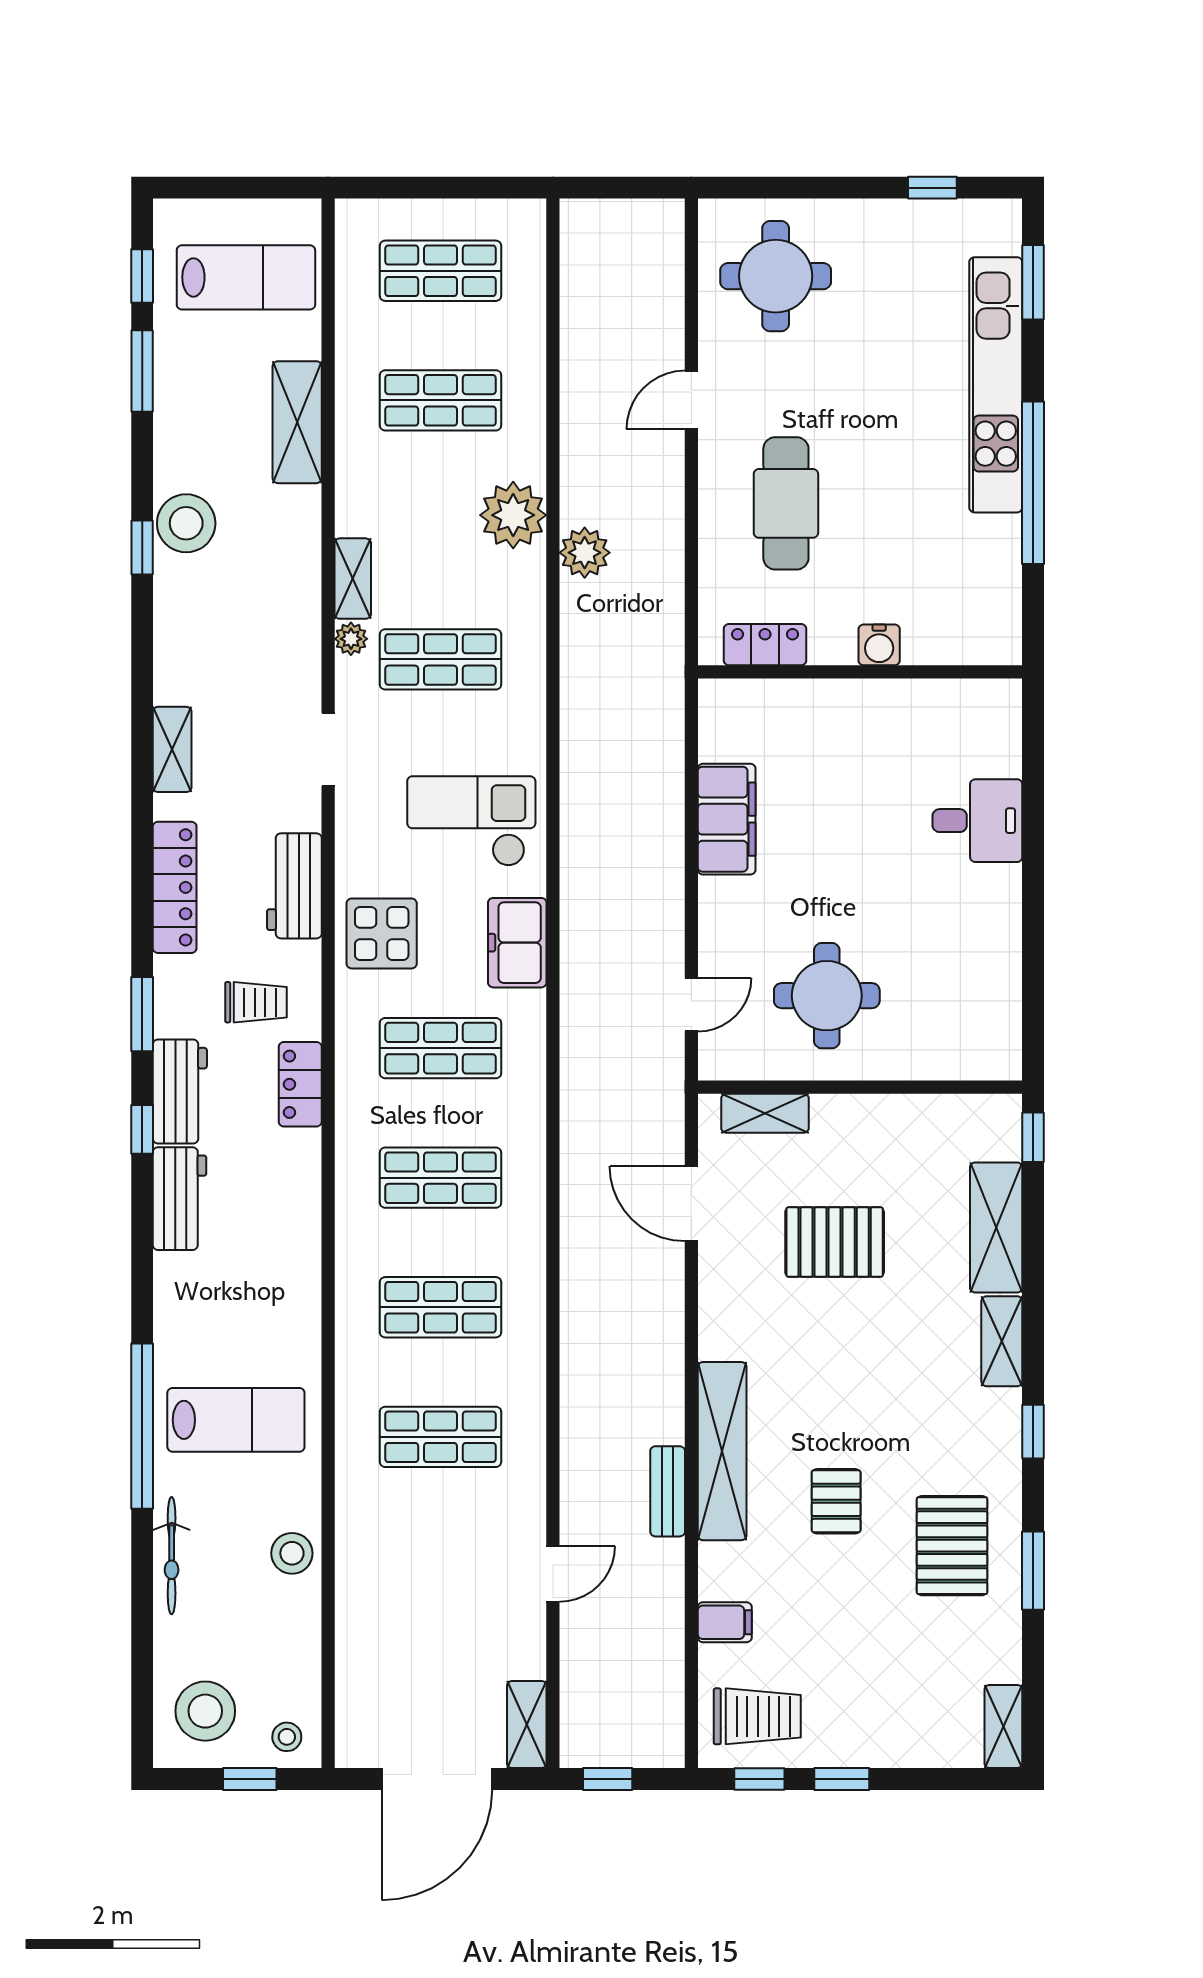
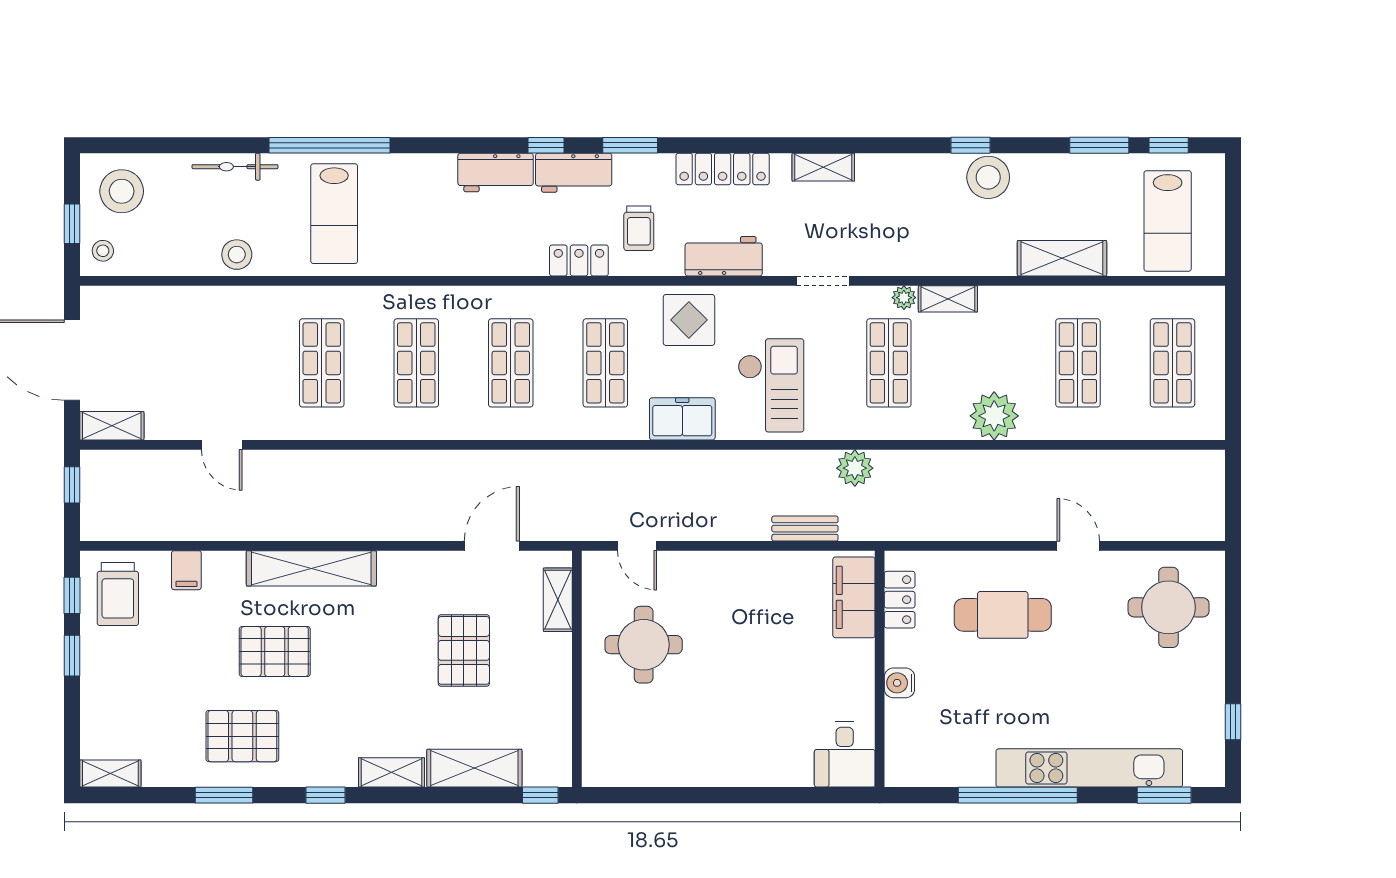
plant: (585, 553) -> (855, 468), moved
filing cabinet: (727, 819) -> (854, 597), moved, turned 90
desk: (977, 821) -> (845, 755), moved
bench: (668, 1491) -> (805, 529), moved
pallet: (836, 1501) -> (275, 652), width x1.50, depth x1.42

